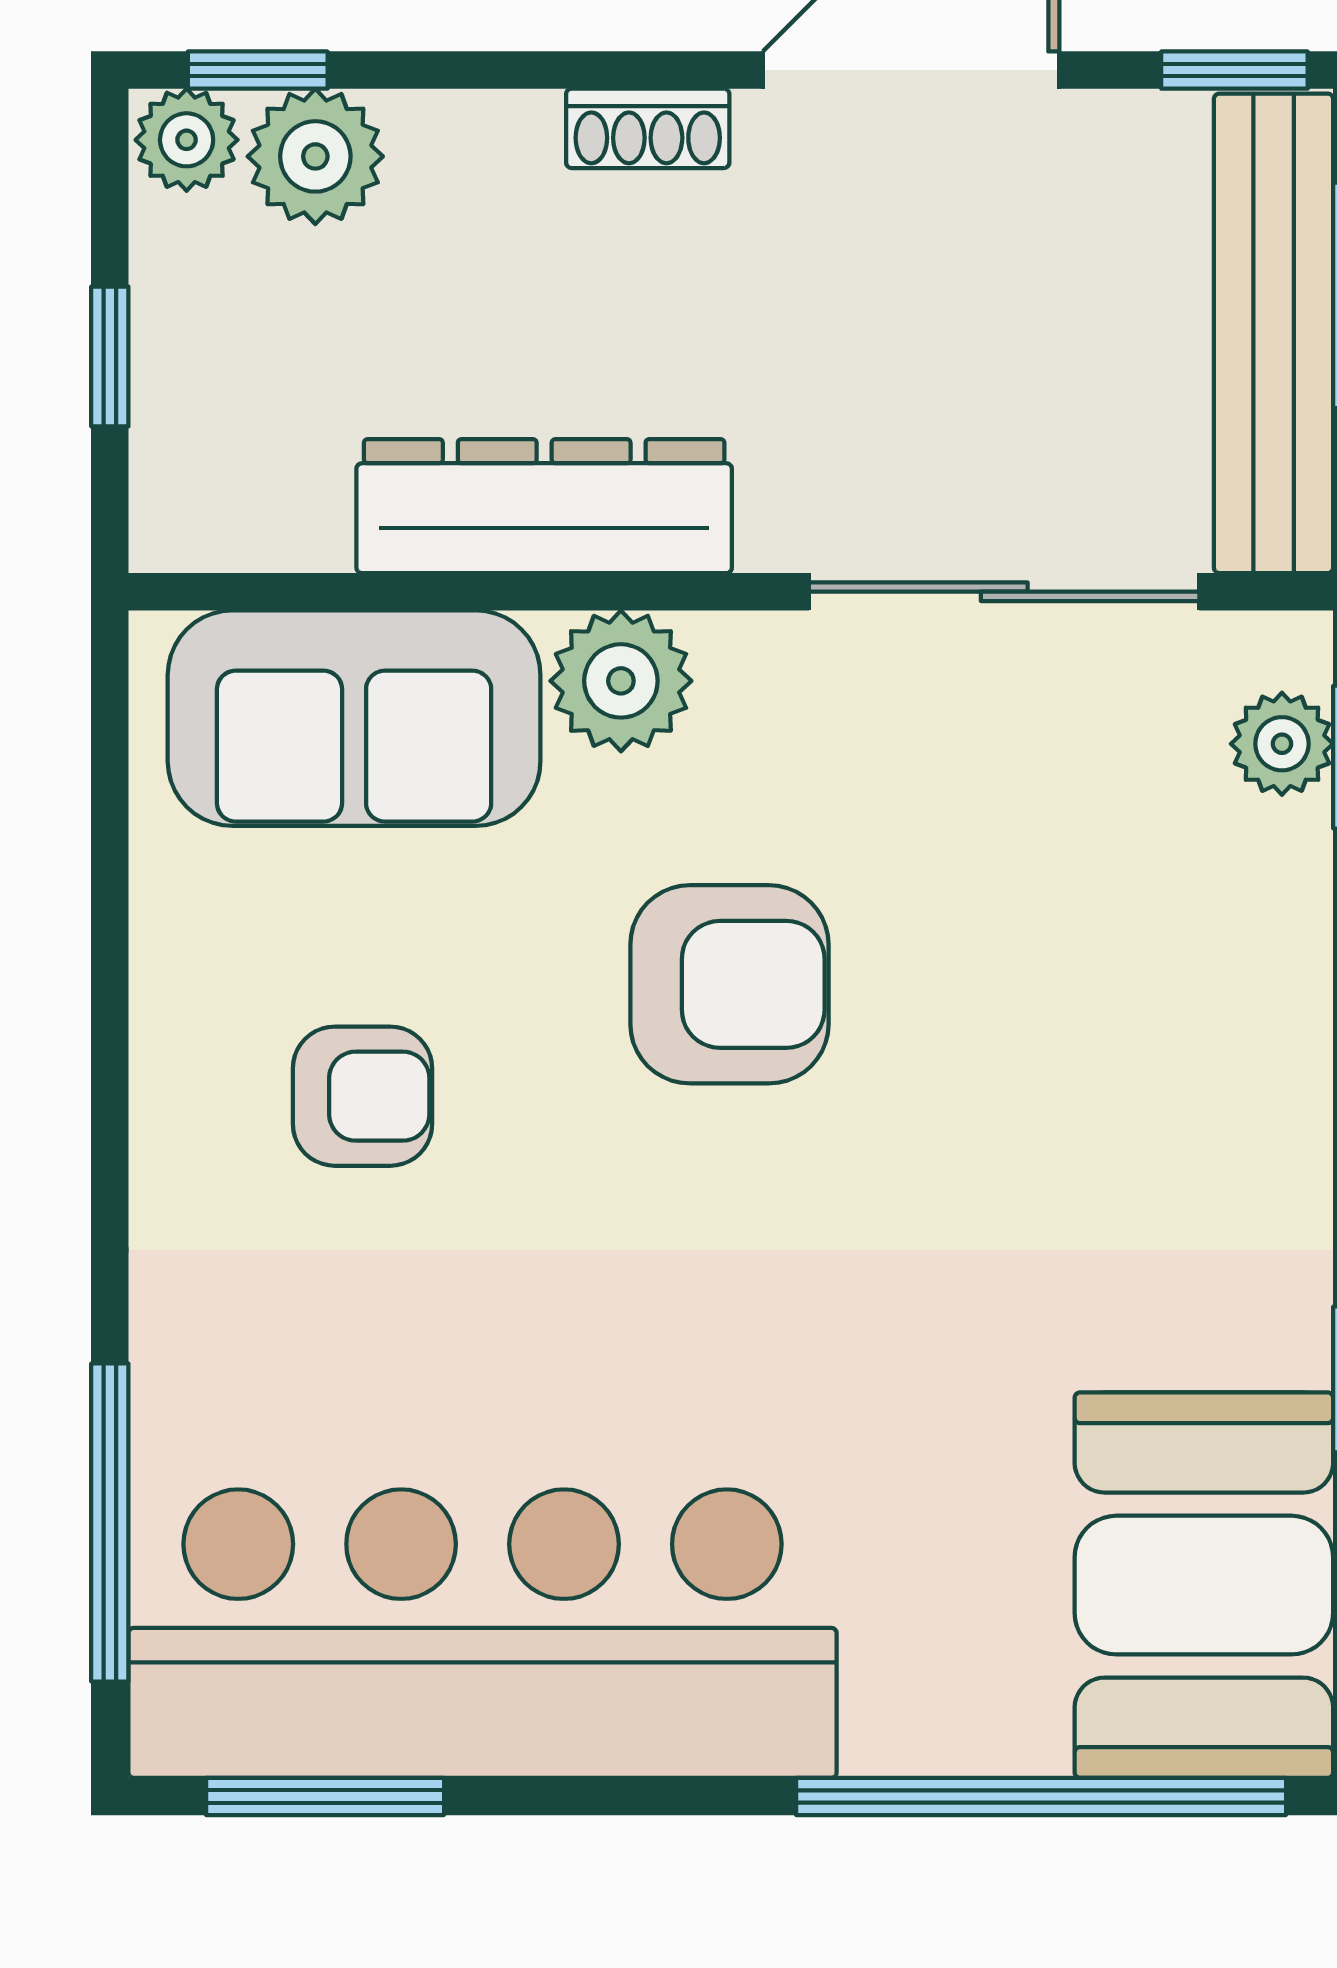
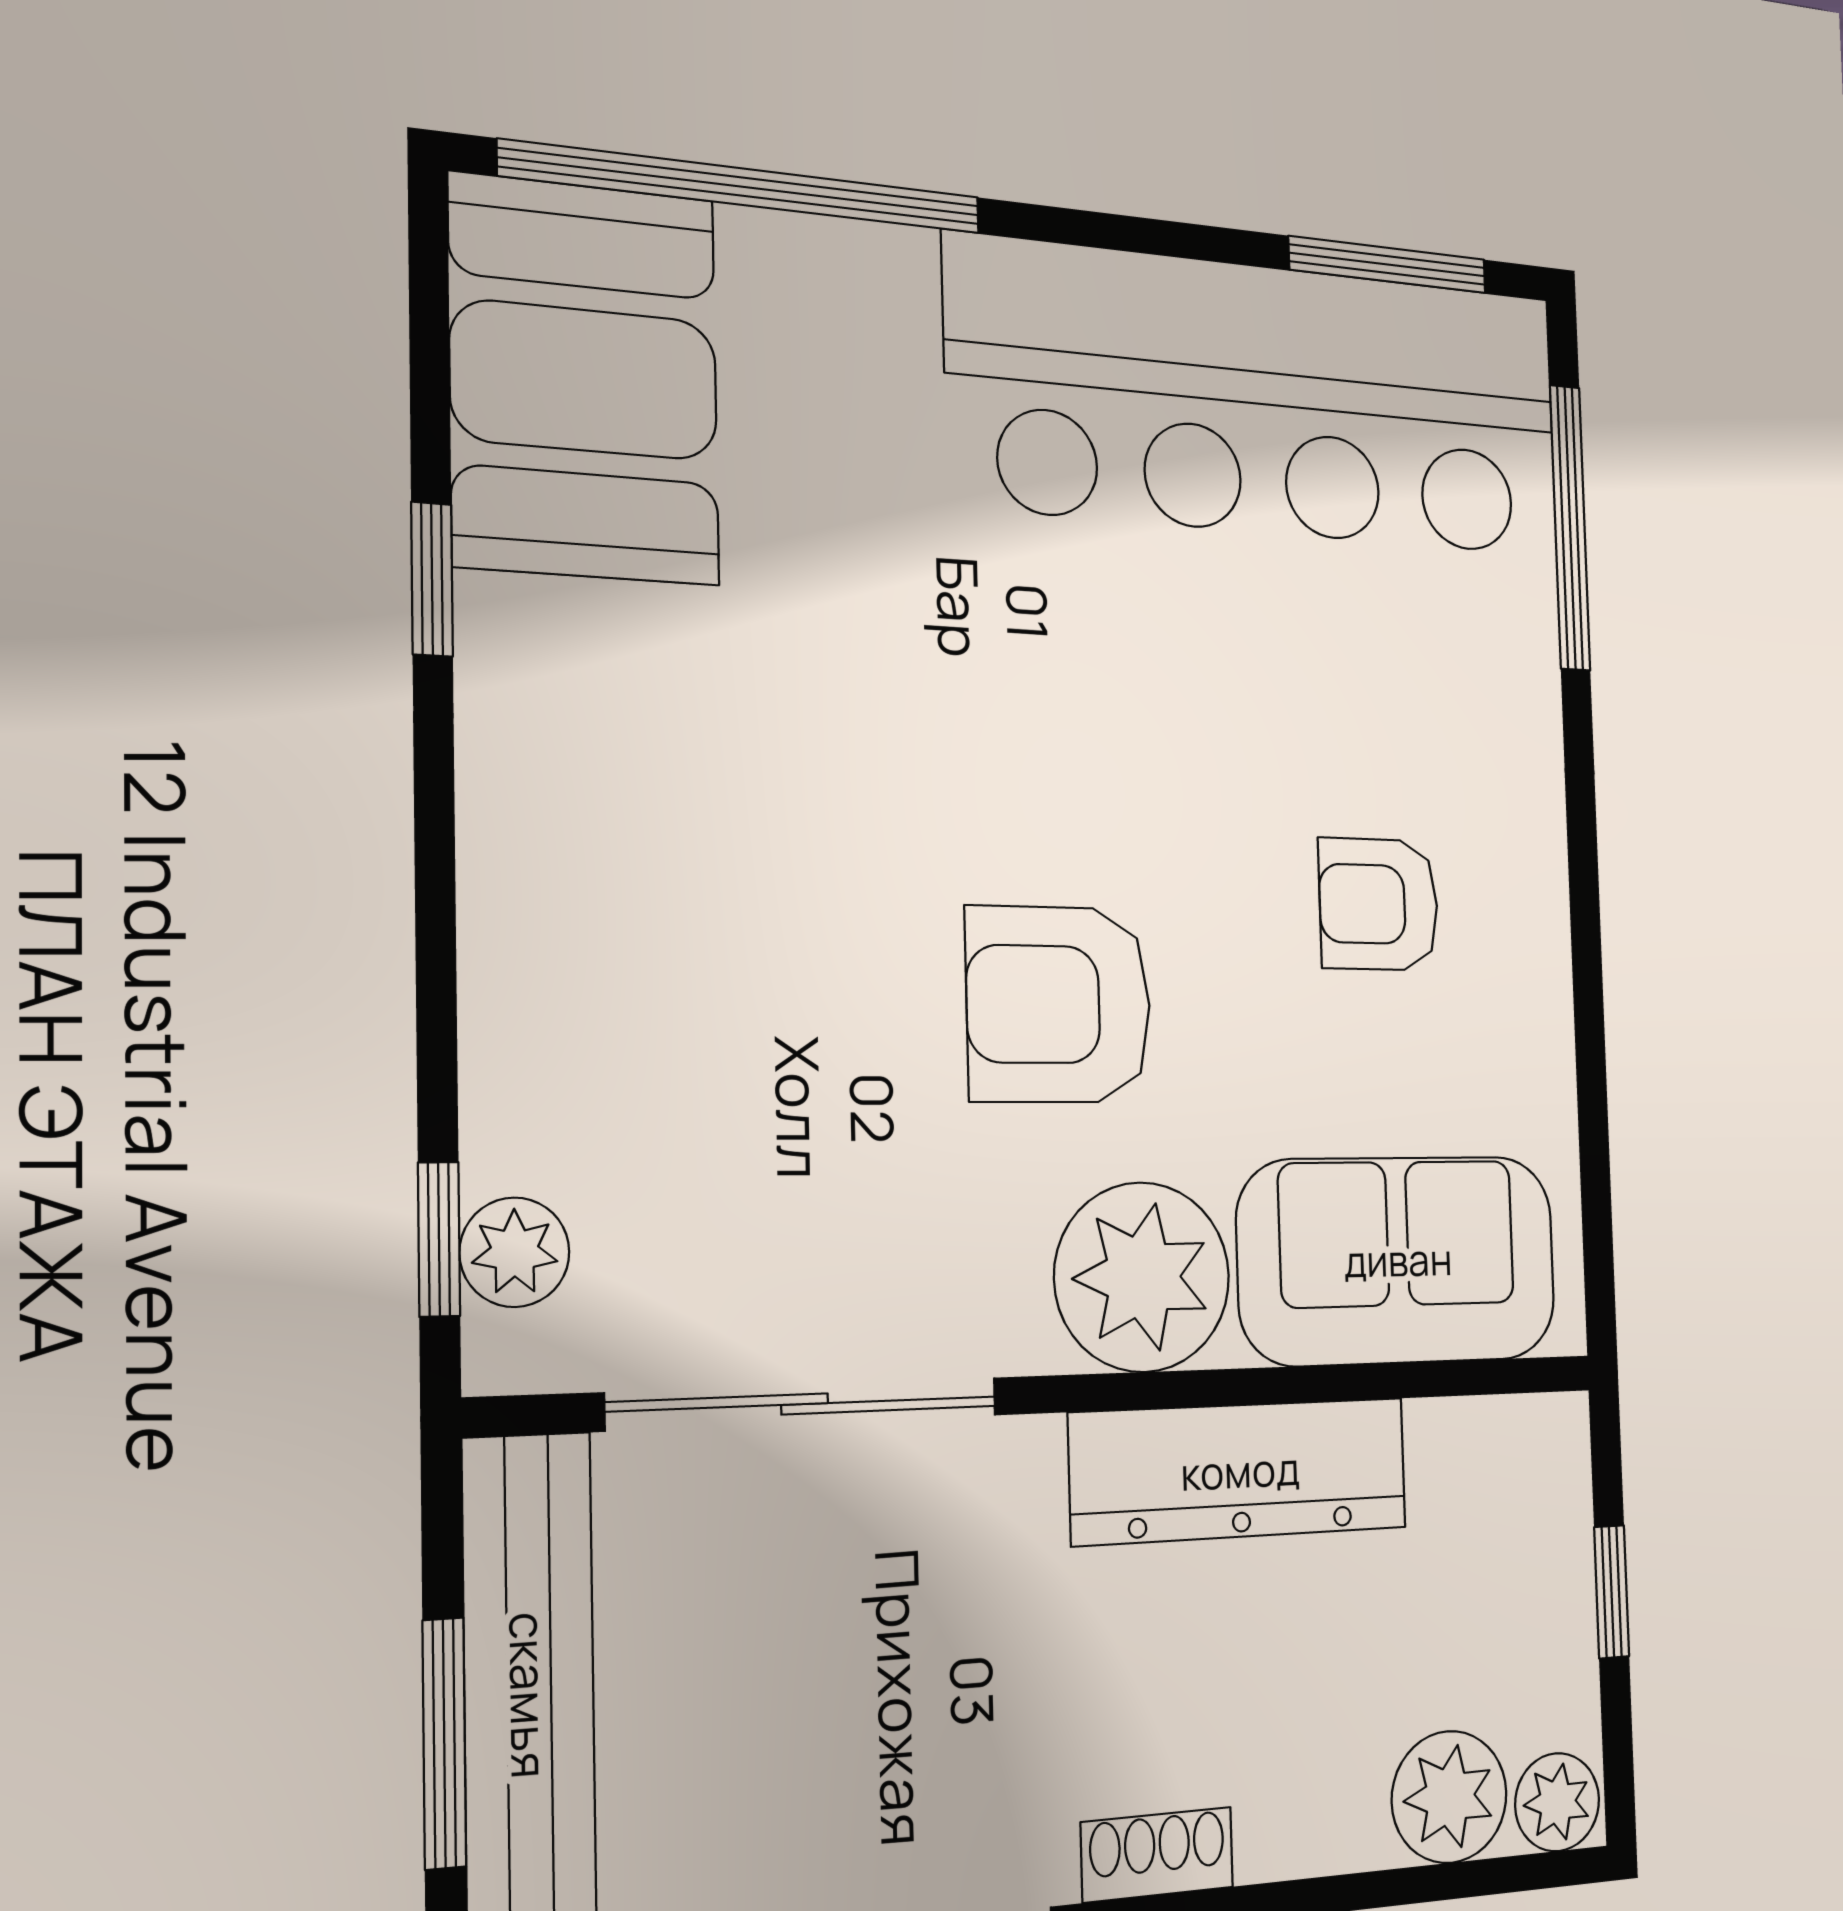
window: (258, 70) -> (1501, 1875), removed
plant: (621, 681) -> (1142, 1277), width x1.36, depth x1.36

